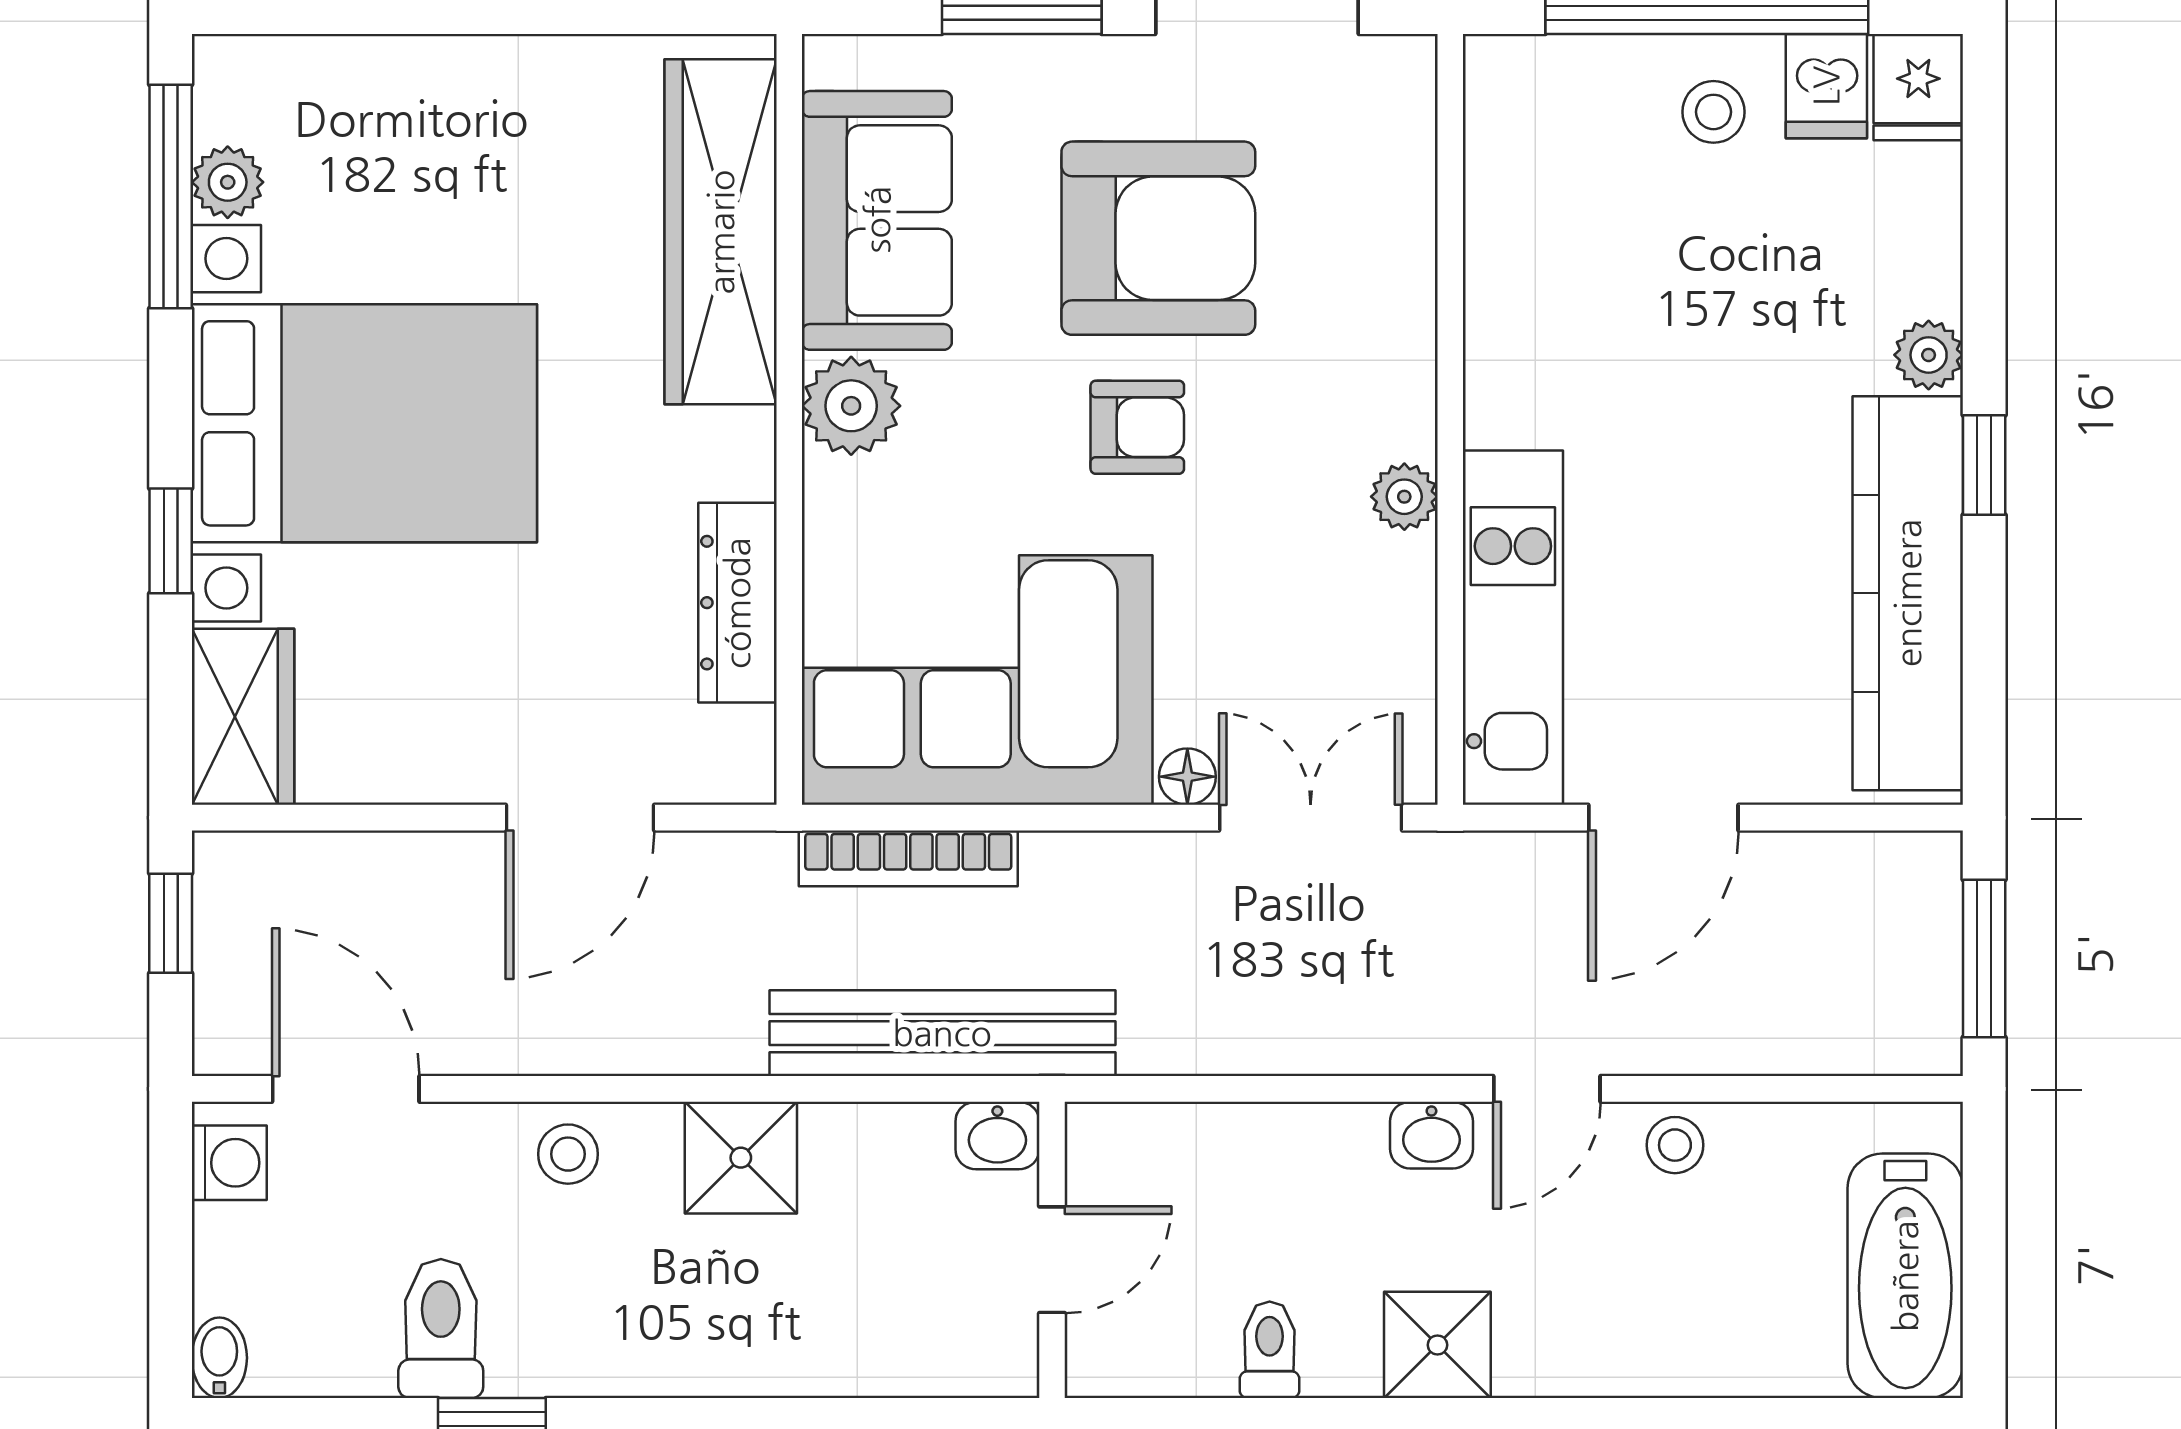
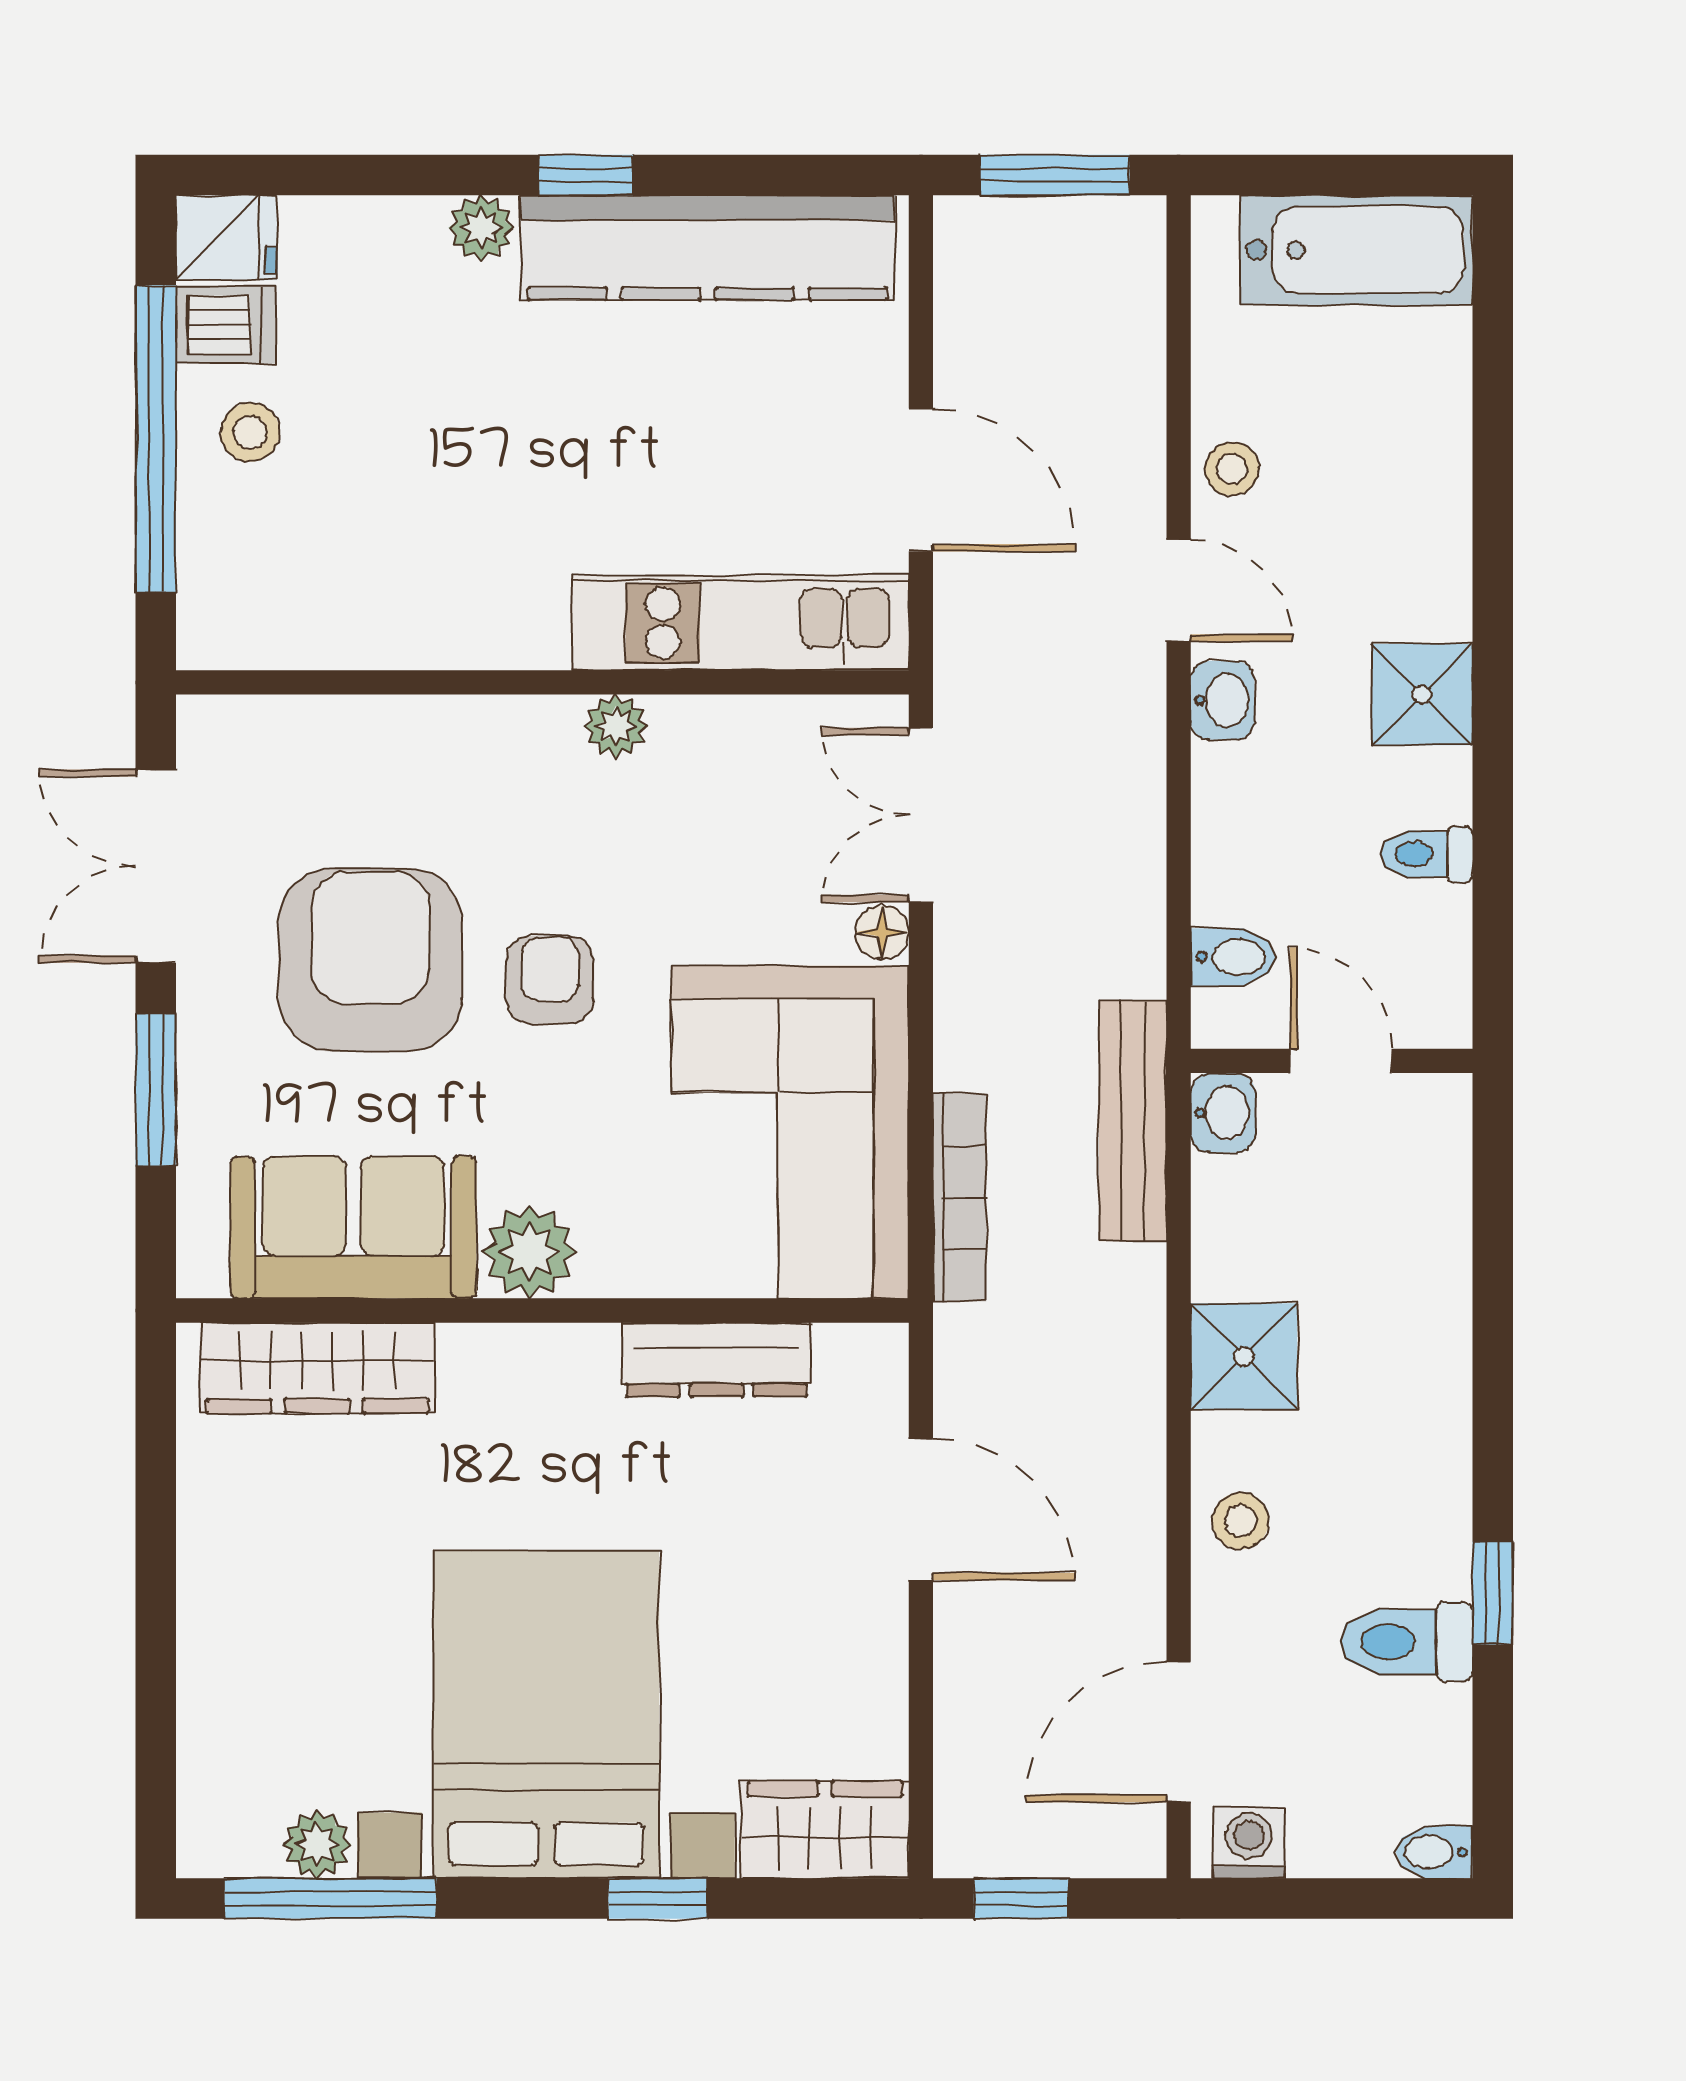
wardrobe: (721, 232) -> (317, 1368), width x0.71, depth x0.85
bench: (942, 1033) -> (1133, 1121), width x0.73, depth x0.82
bidet: (1161, 1146) -> (1233, 957), added

